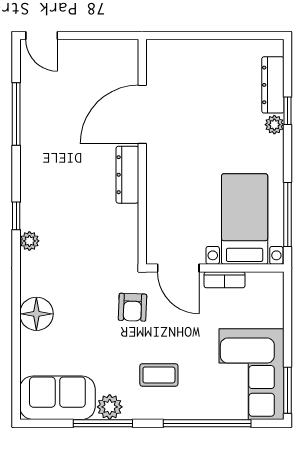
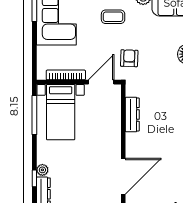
dresser: (127, 175) -> (132, 114), moved
door: (178, 268) -> (101, 82), hinge flipped
bookcase: (225, 280) -> (66, 75), width x1.56

